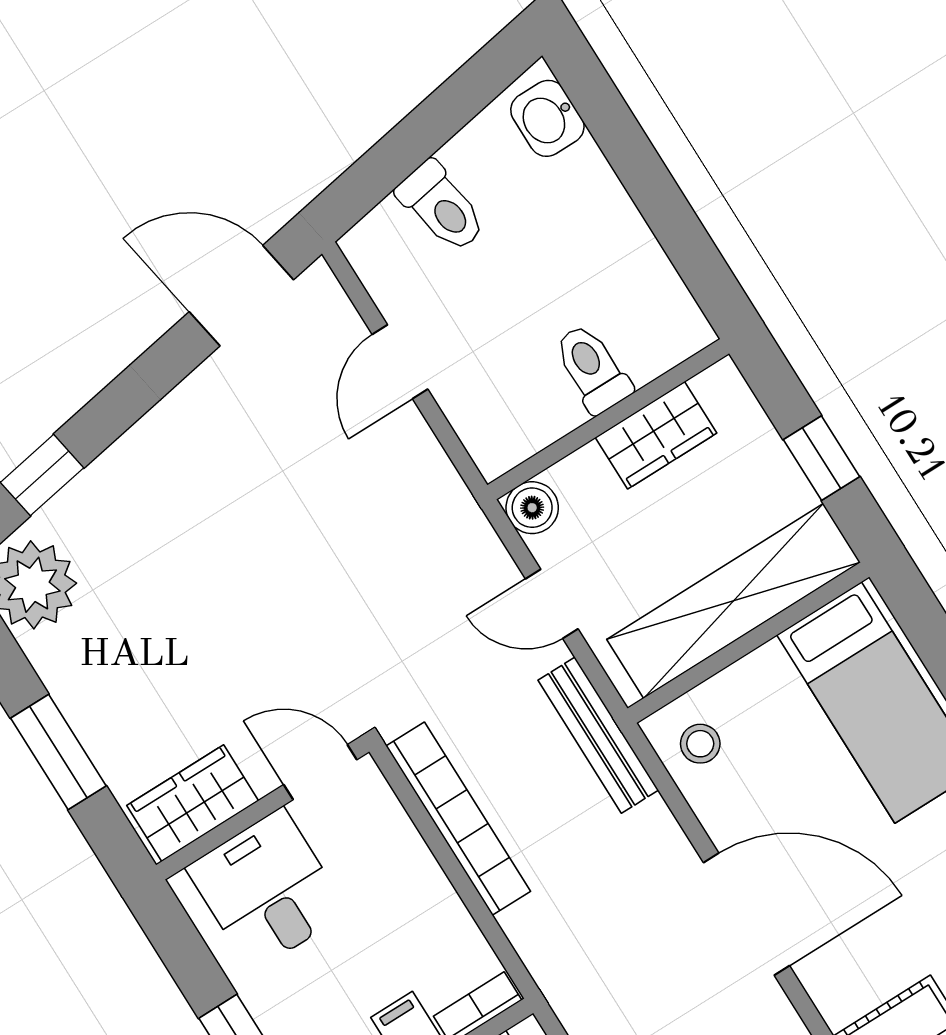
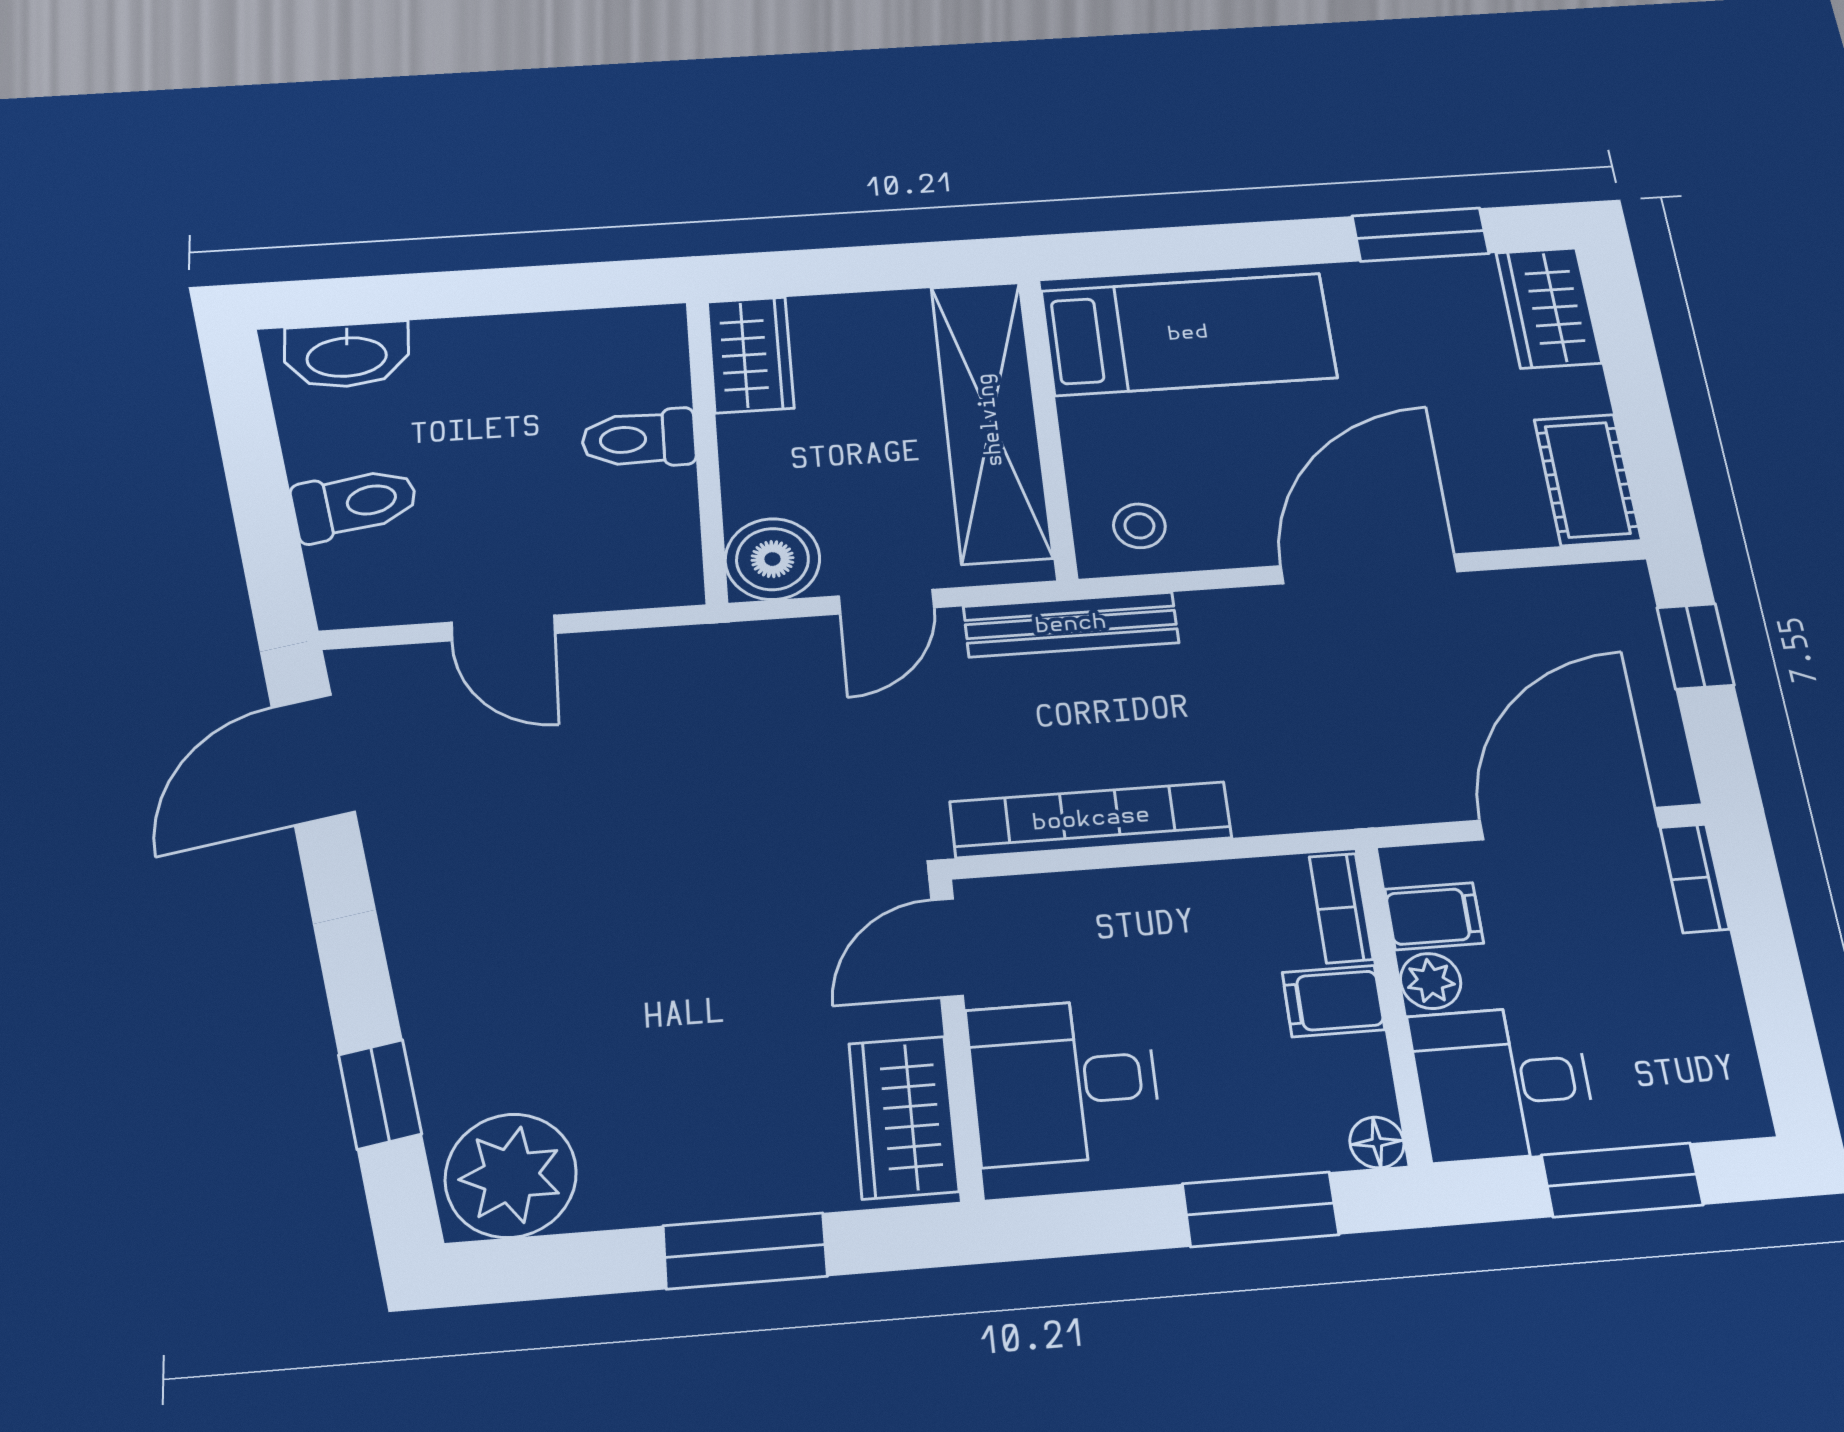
washbasin: (547, 118) -> (347, 355), width x1.38
wardrobe: (656, 435) -> (750, 355), moved
window: (821, 458) -> (880, 268), removed
boiler: (532, 508) -> (772, 559), width x1.36, depth x1.36

